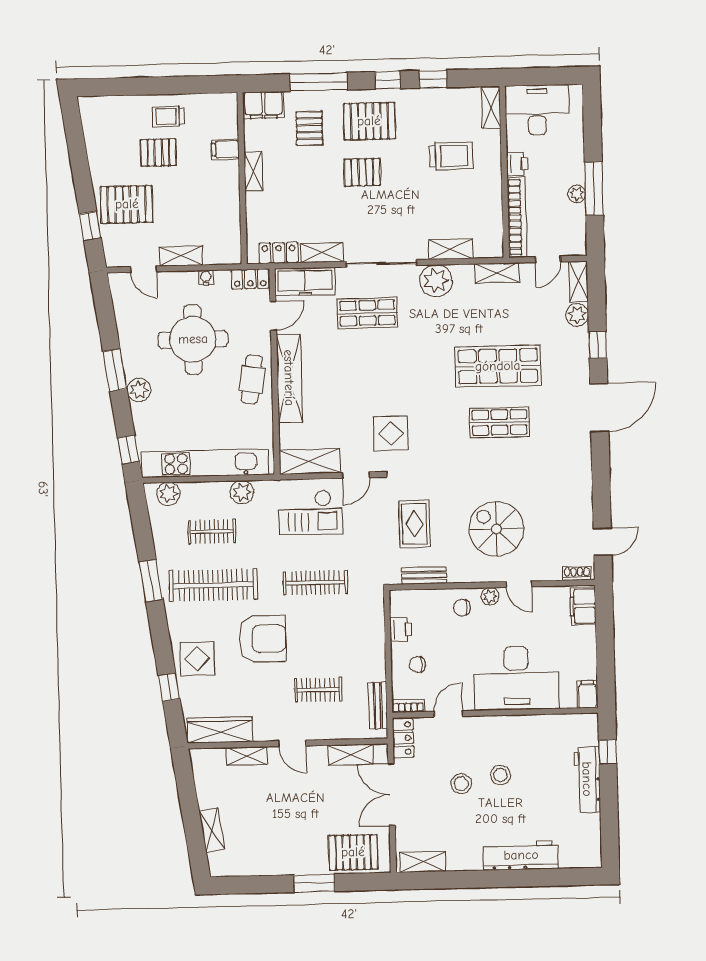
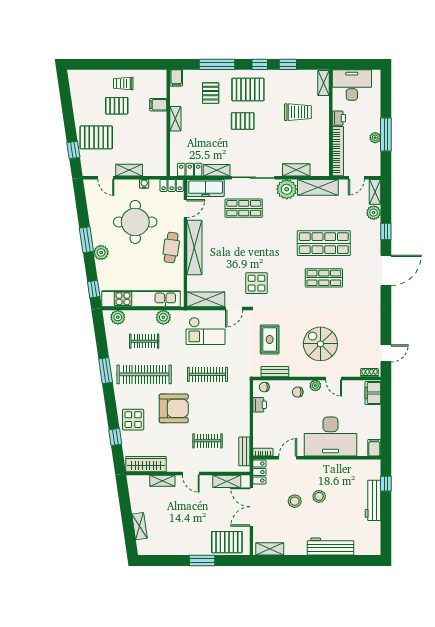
filing cabinet: (263, 105) -> (176, 78), width x0.50
shelving: (497, 273) -> (318, 187), width x1.50, depth x1.33
chair: (417, 665) -> (264, 387), moved

